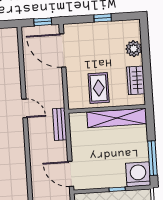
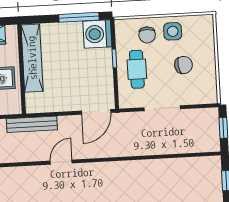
door: (25, 108) -> (61, 162), moved
bench: (60, 124) -> (32, 124), width x1.36

